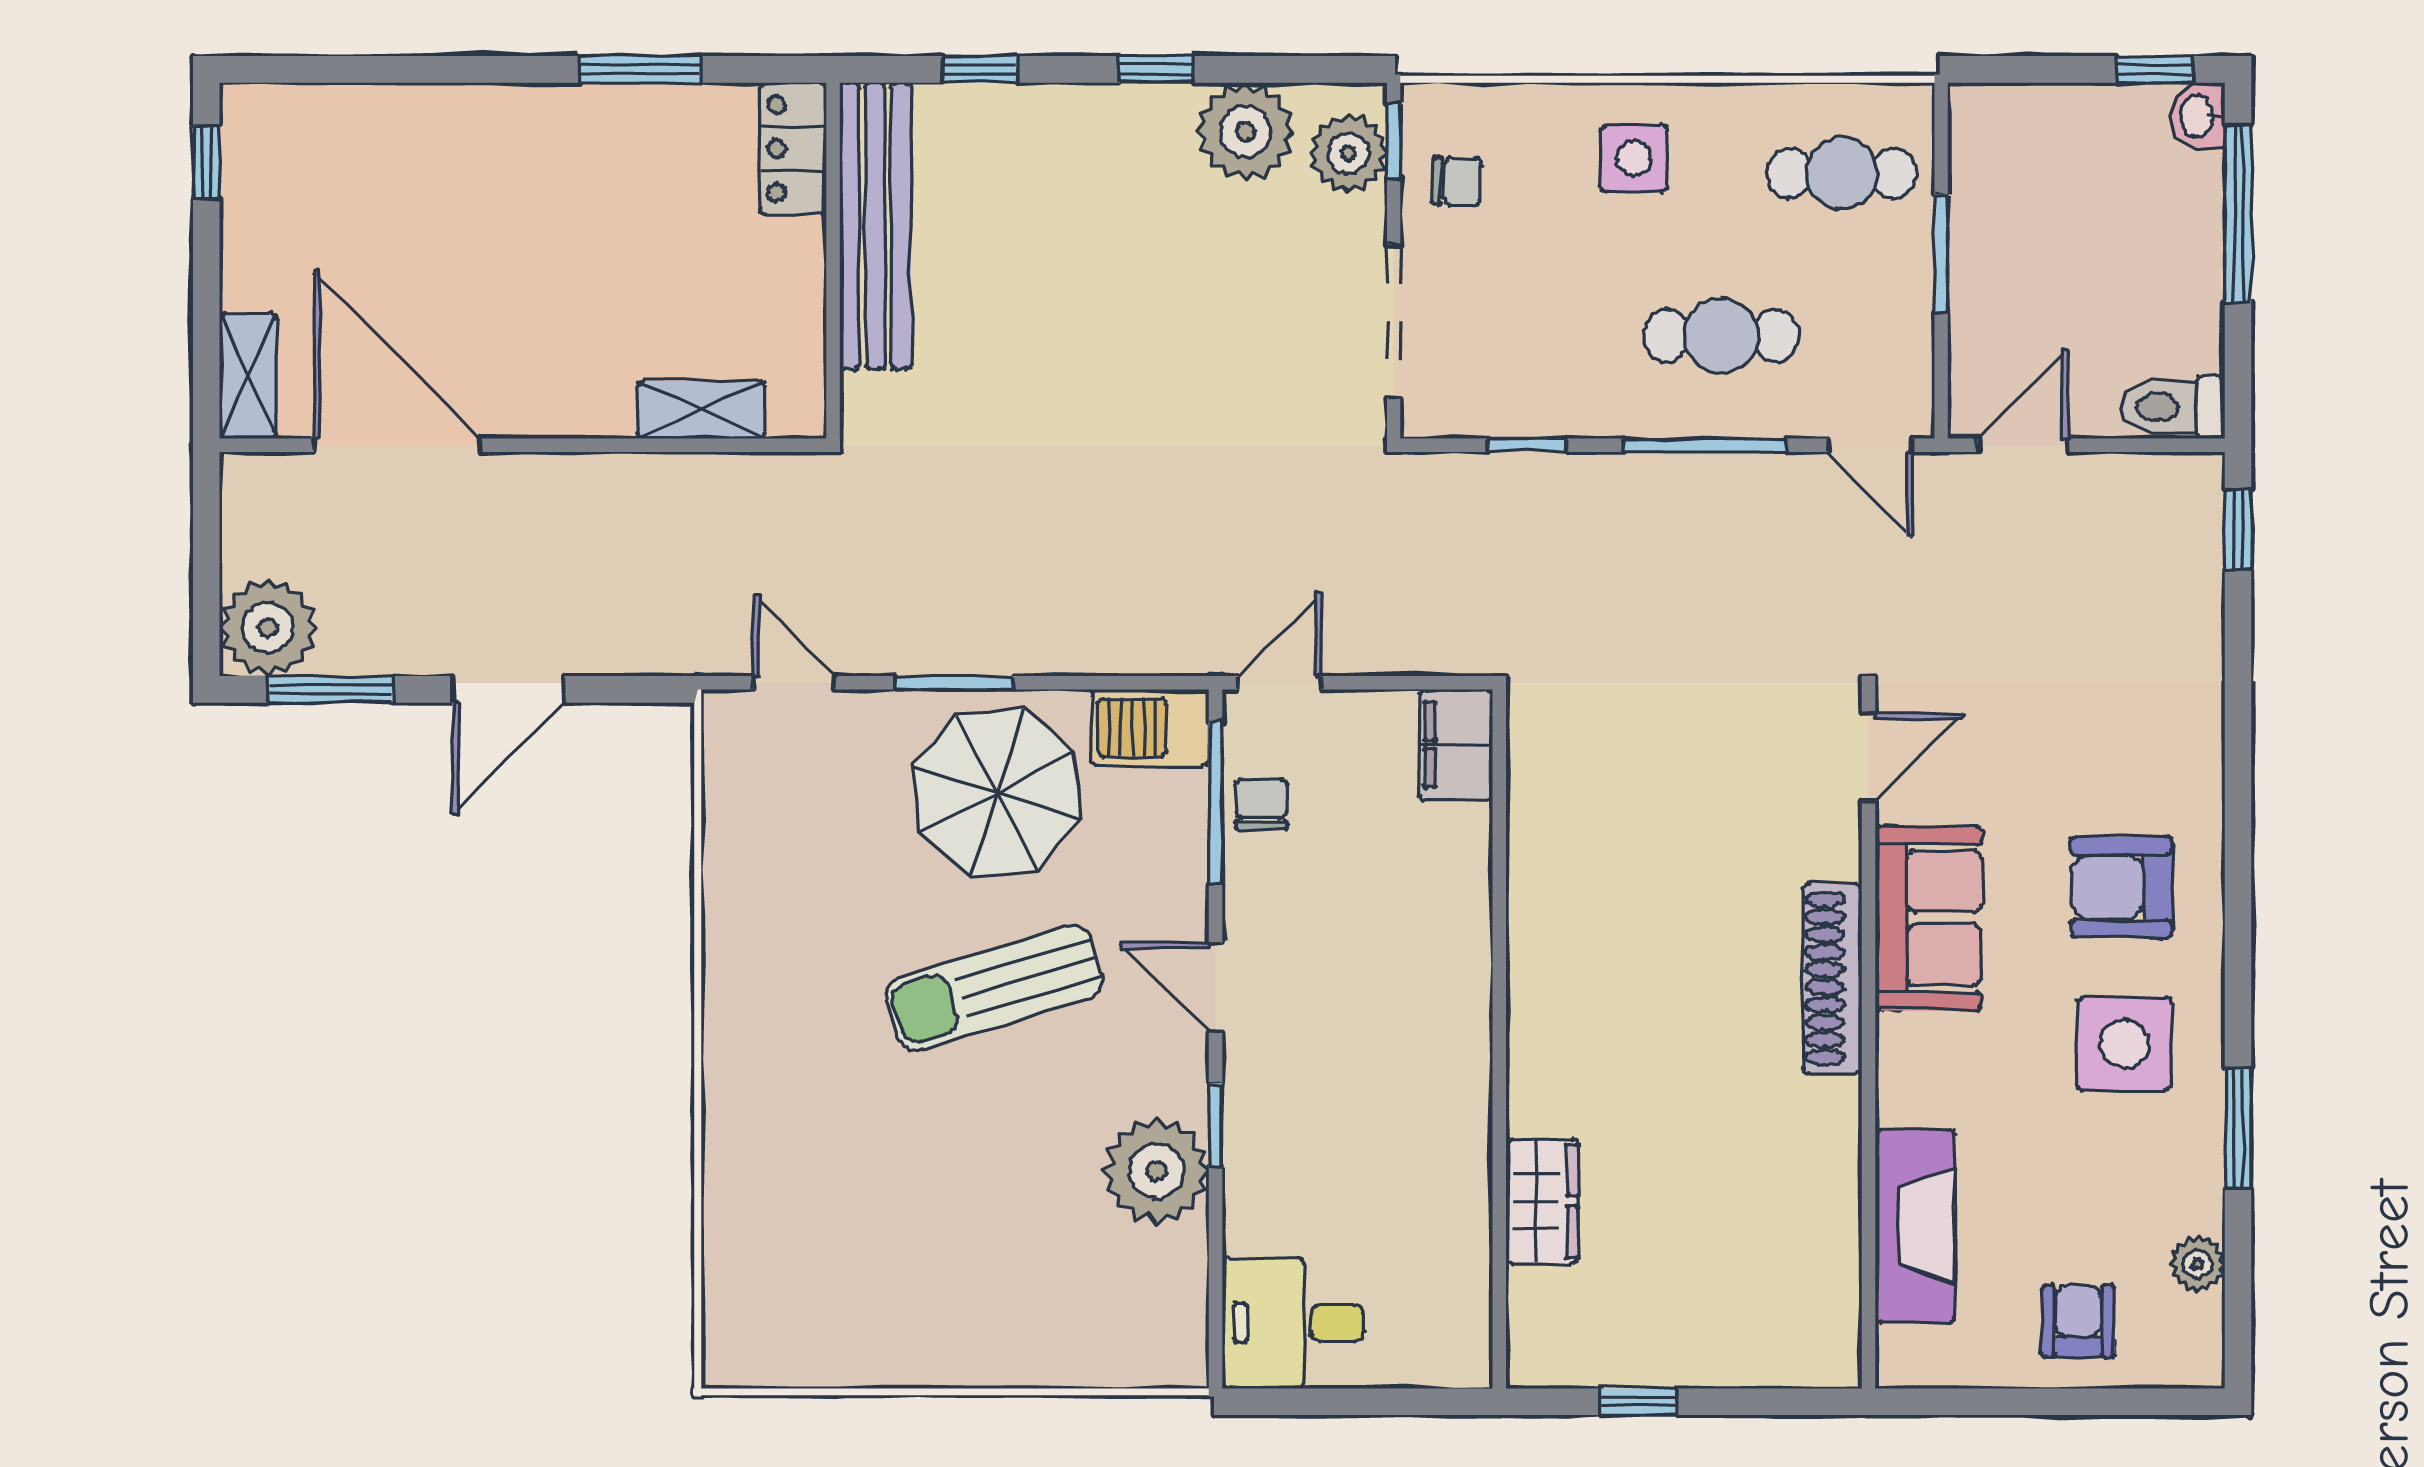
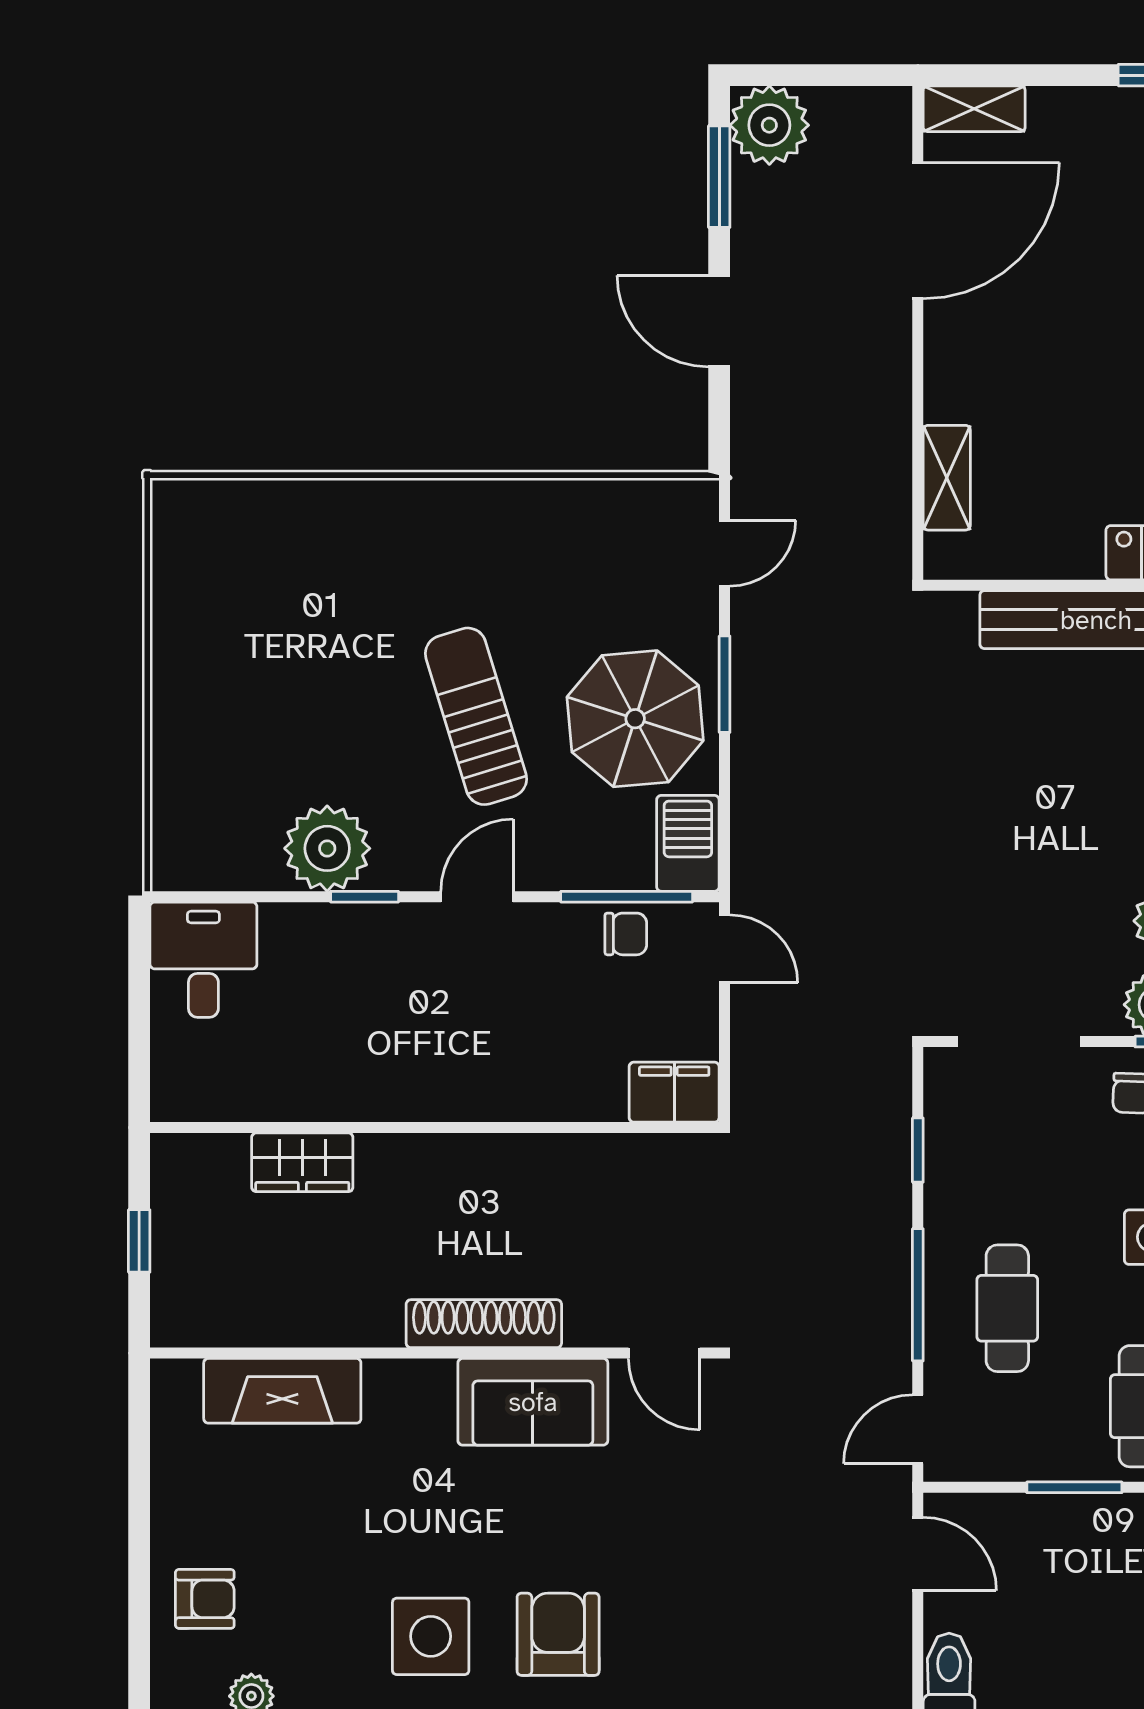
door: (1869, 757) -> (664, 1353), moved
sofa: (1928, 918) -> (533, 1402), moved
shoe rack: (1832, 978) -> (484, 1324), moved
wall: (1869, 1039) -> (435, 1353), moved
fireplace: (1915, 1226) -> (282, 1391), moved

